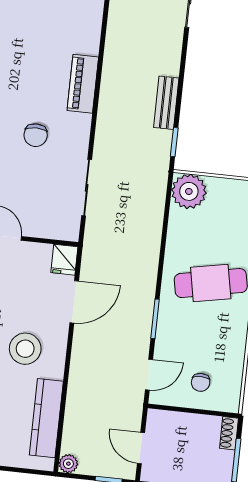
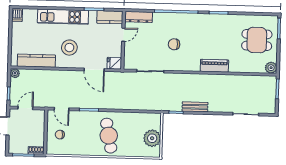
piano: (83, 84) -> (214, 66), moved
plant: (189, 191) -> (152, 138), moved

